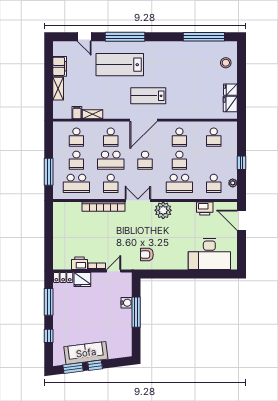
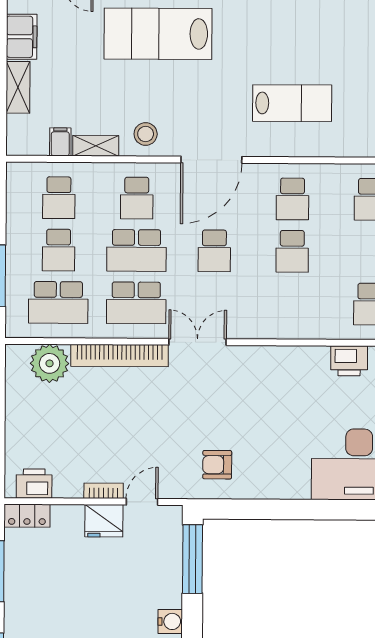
lab bench: (148, 96) -> (292, 103), moved, turned 180
stool: (114, 109) -> (146, 134), added
school desk: (111, 183) -> (136, 303), width x1.85
school desk: (179, 183) -> (292, 304), removed
plant: (163, 210) -> (50, 363), moved
printer: (79, 263) -> (34, 484), moved
fridge: (82, 280) -> (104, 521), moved
water cooler: (126, 303) -> (170, 621), moved
window: (136, 312) -> (193, 559), moved

